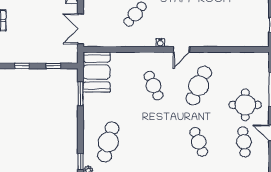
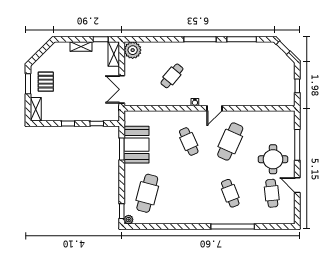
booth: (97, 72) -> (136, 145), moved

